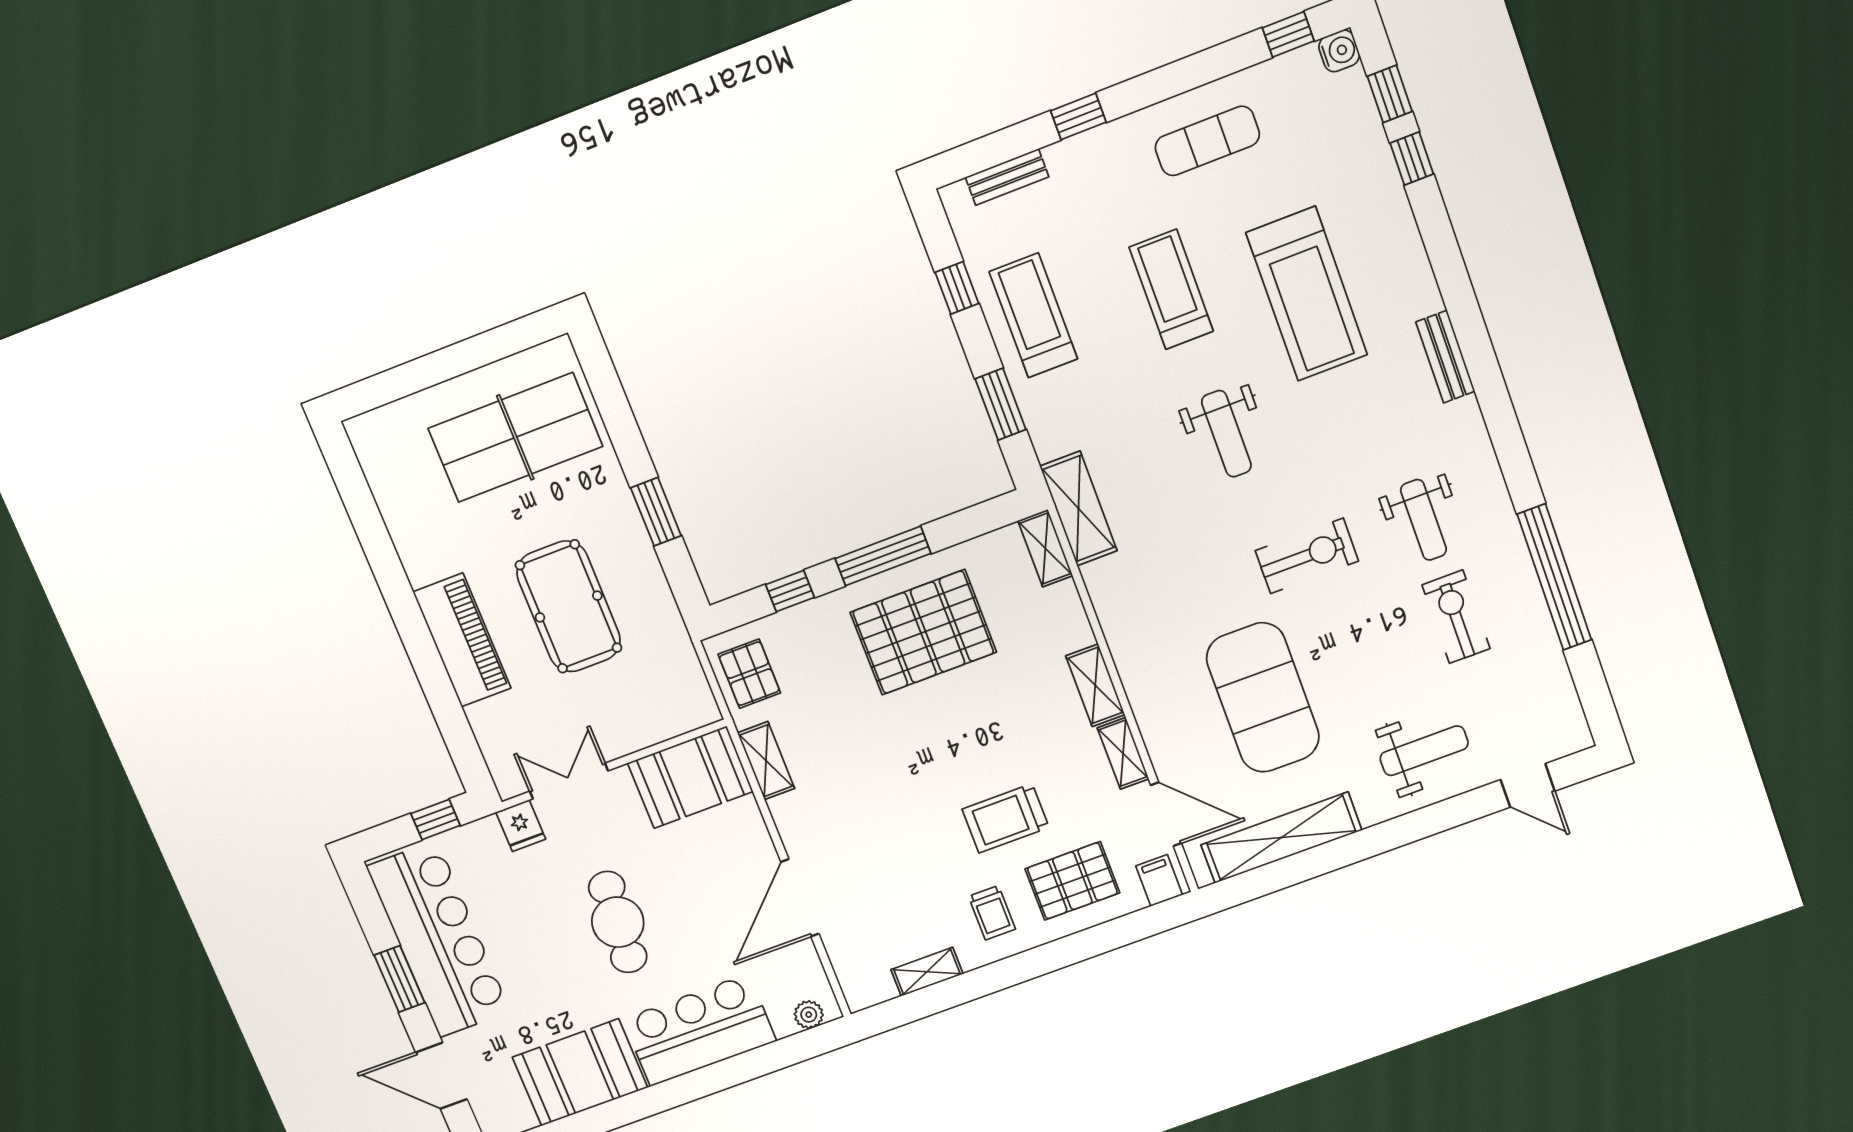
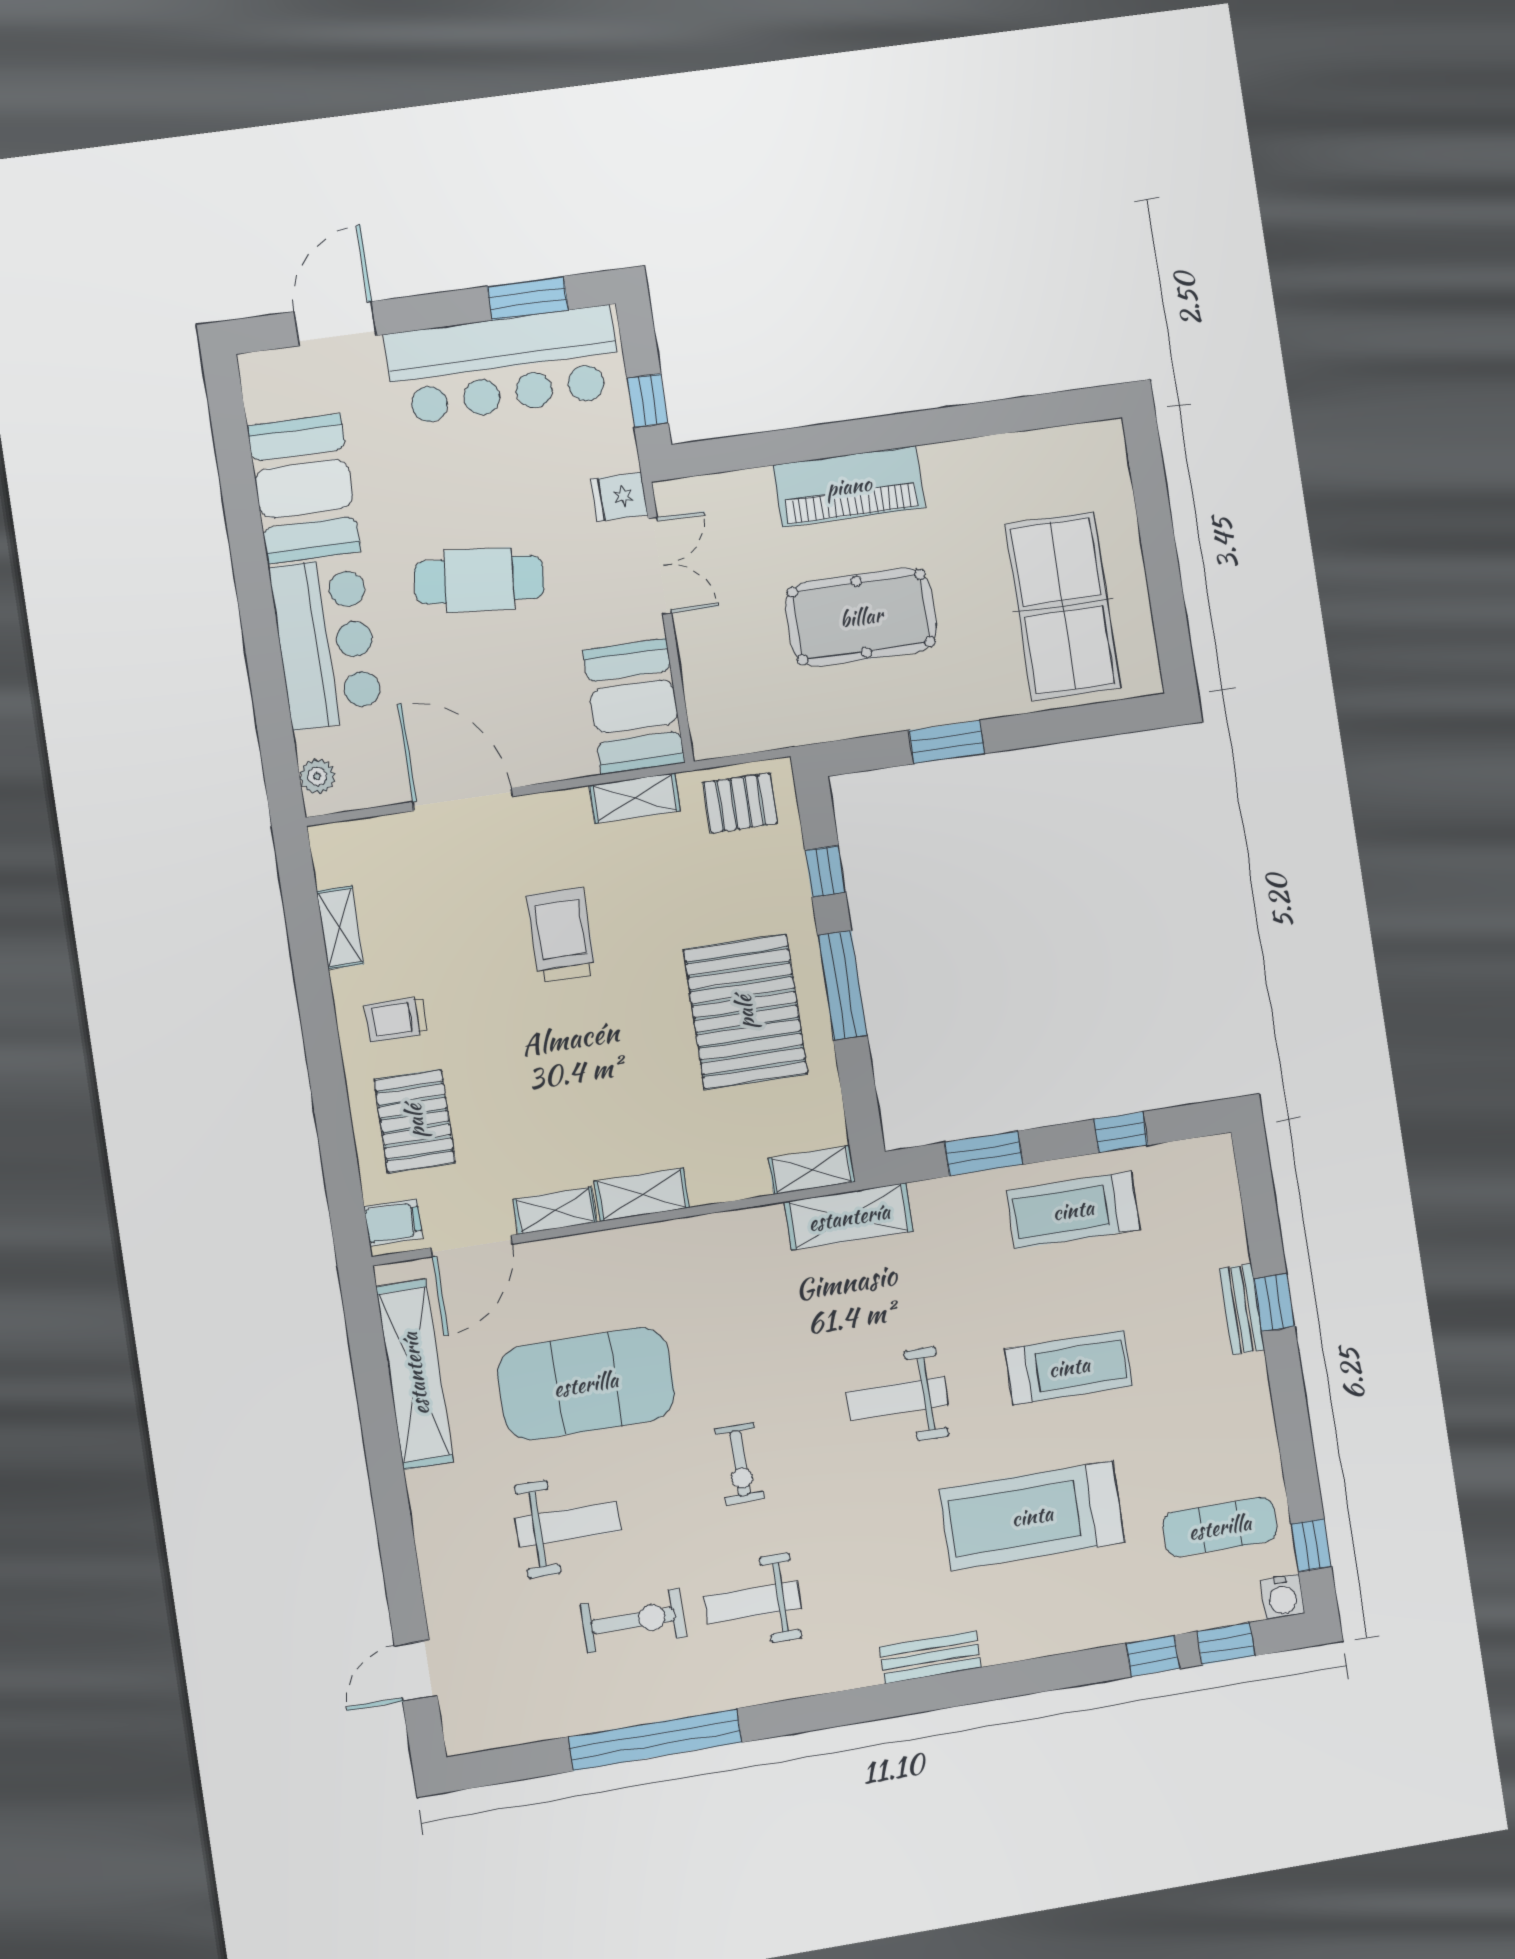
exercise mat: (1207, 141) -> (1220, 1527), moved, turned 90
bench: (1007, 177) -> (1242, 1309), moved
treadmill: (1033, 315) -> (1073, 1210), turned 180
exercise bike: (1307, 556) -> (740, 1463), width x0.73, depth x0.72
weight bench: (1424, 751) -> (568, 1524), moved, turned -90
trolley: (1006, 818) -> (561, 935), moved
window: (399, 979) -> (528, 298), moved

